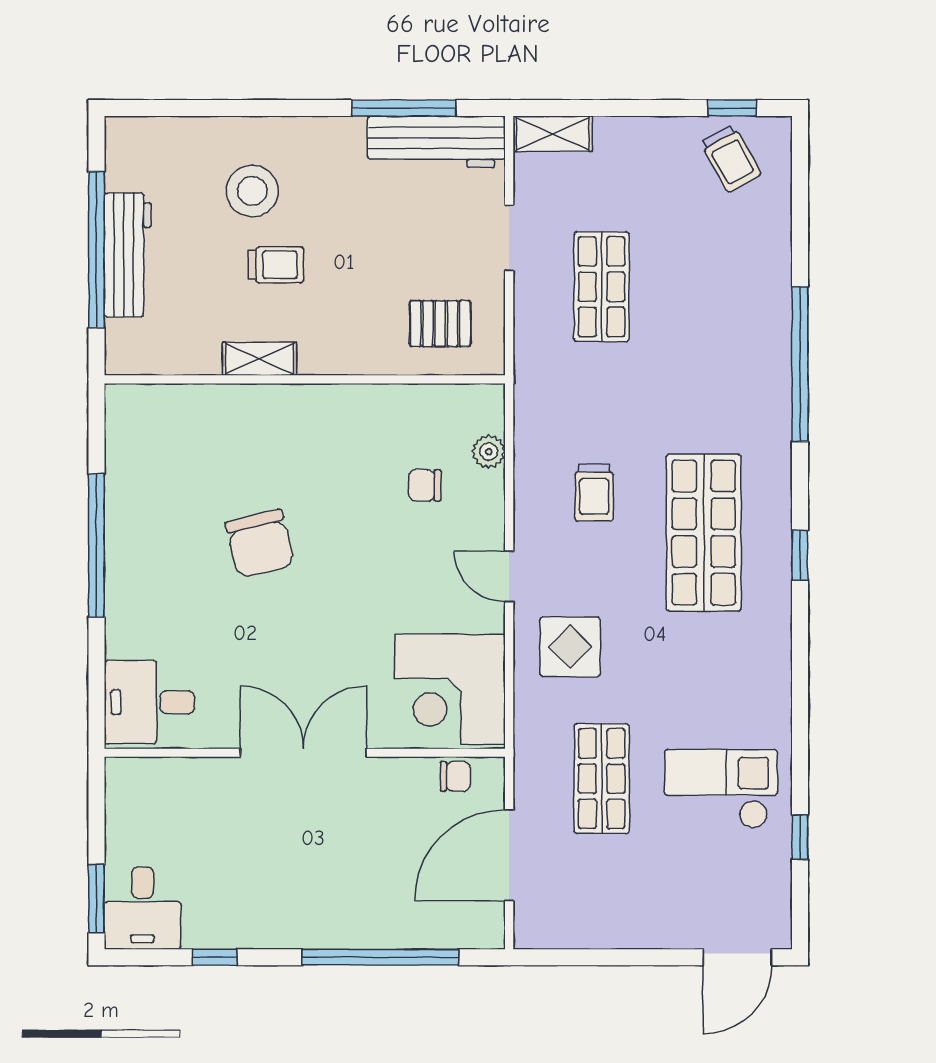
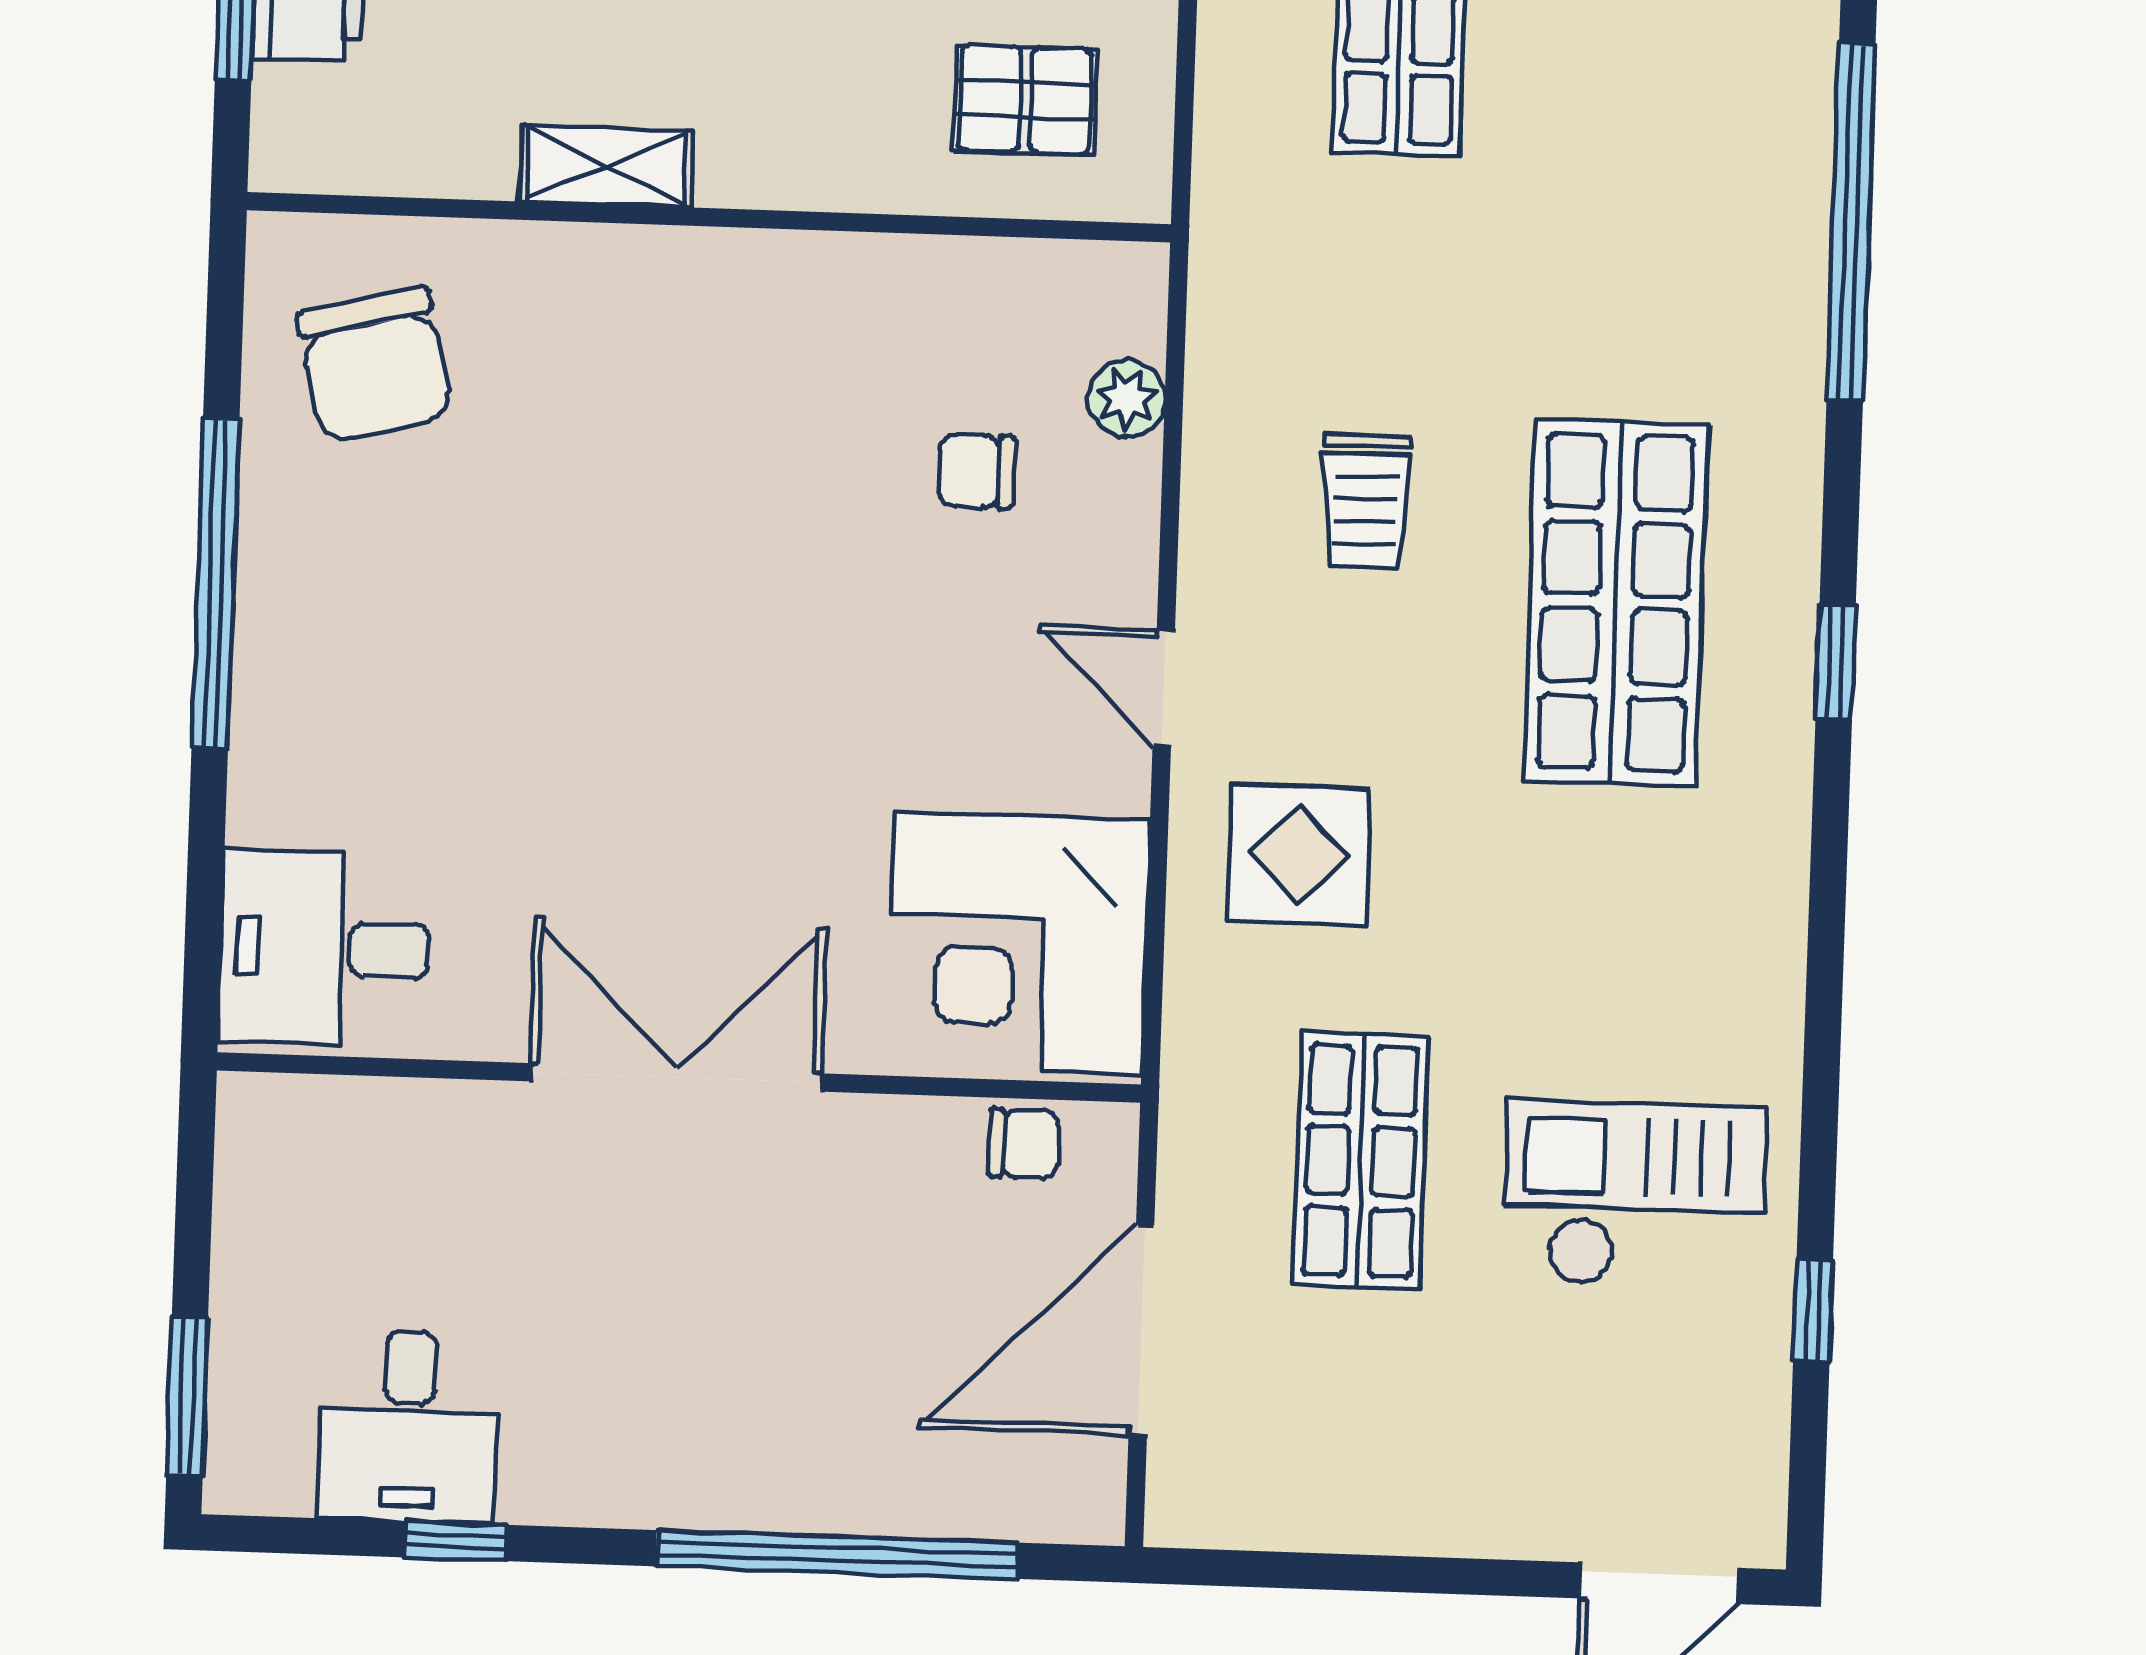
chair: (260, 544) -> (375, 365), moved
desk: (142, 908) -> (409, 1426), moved

